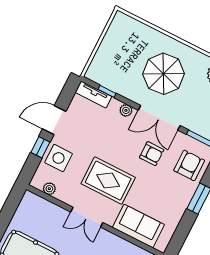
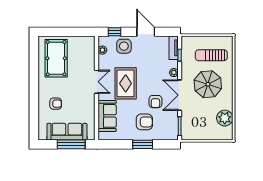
sun lounger: (128, 50) -> (211, 55), added
window: (40, 147) -> (114, 32), moved
armchair: (189, 165) -> (144, 122), moved
double door: (87, 217) -> (97, 82), swing flipped

